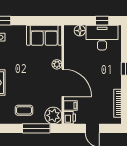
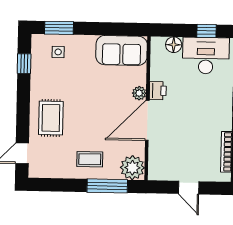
door: (63, 83) -> (147, 120), swing flipped
filing cabinet: (71, 105) -> (158, 154), removed
printer: (70, 118) -> (158, 91), moved

